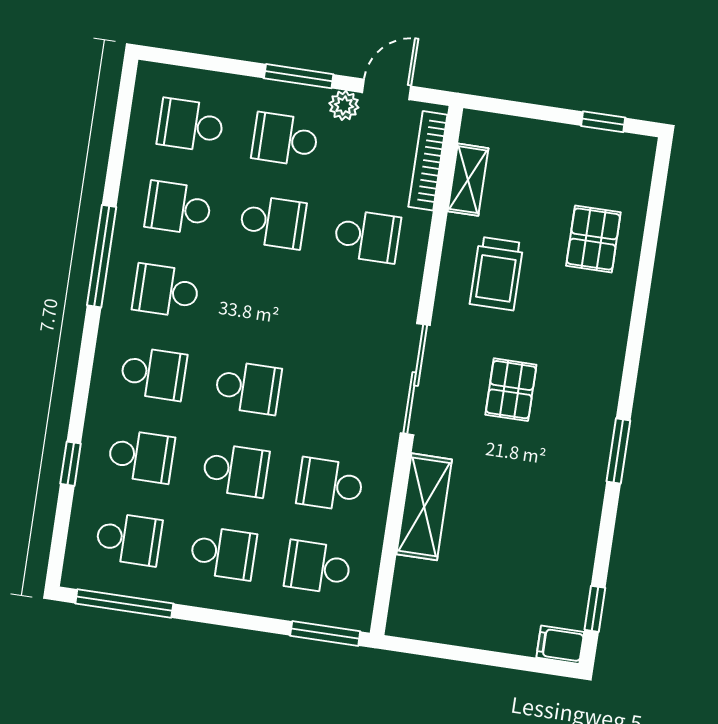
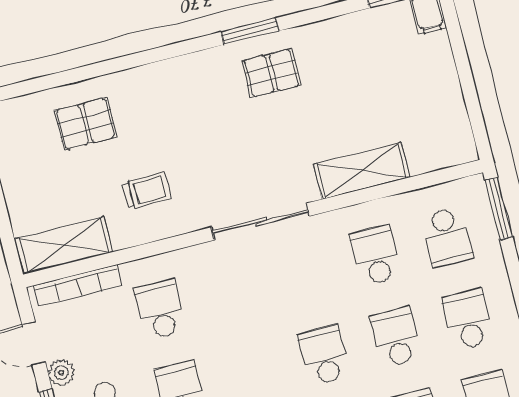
shelving: (468, 180) -> (64, 245), width x1.50, depth x1.33
trolley: (497, 274) -> (147, 191), width x0.73, depth x0.72
pallet: (511, 390) -> (271, 73), moved
school desk: (330, 484) -> (375, 255), turned 180

